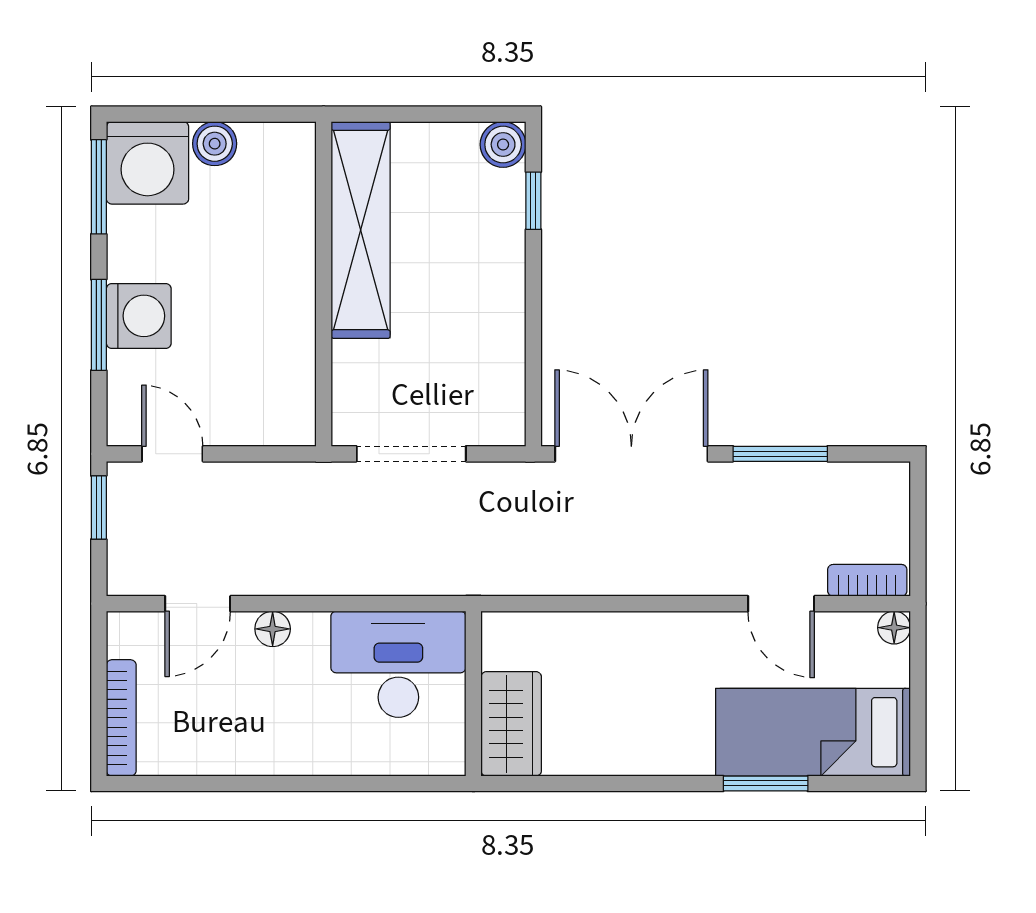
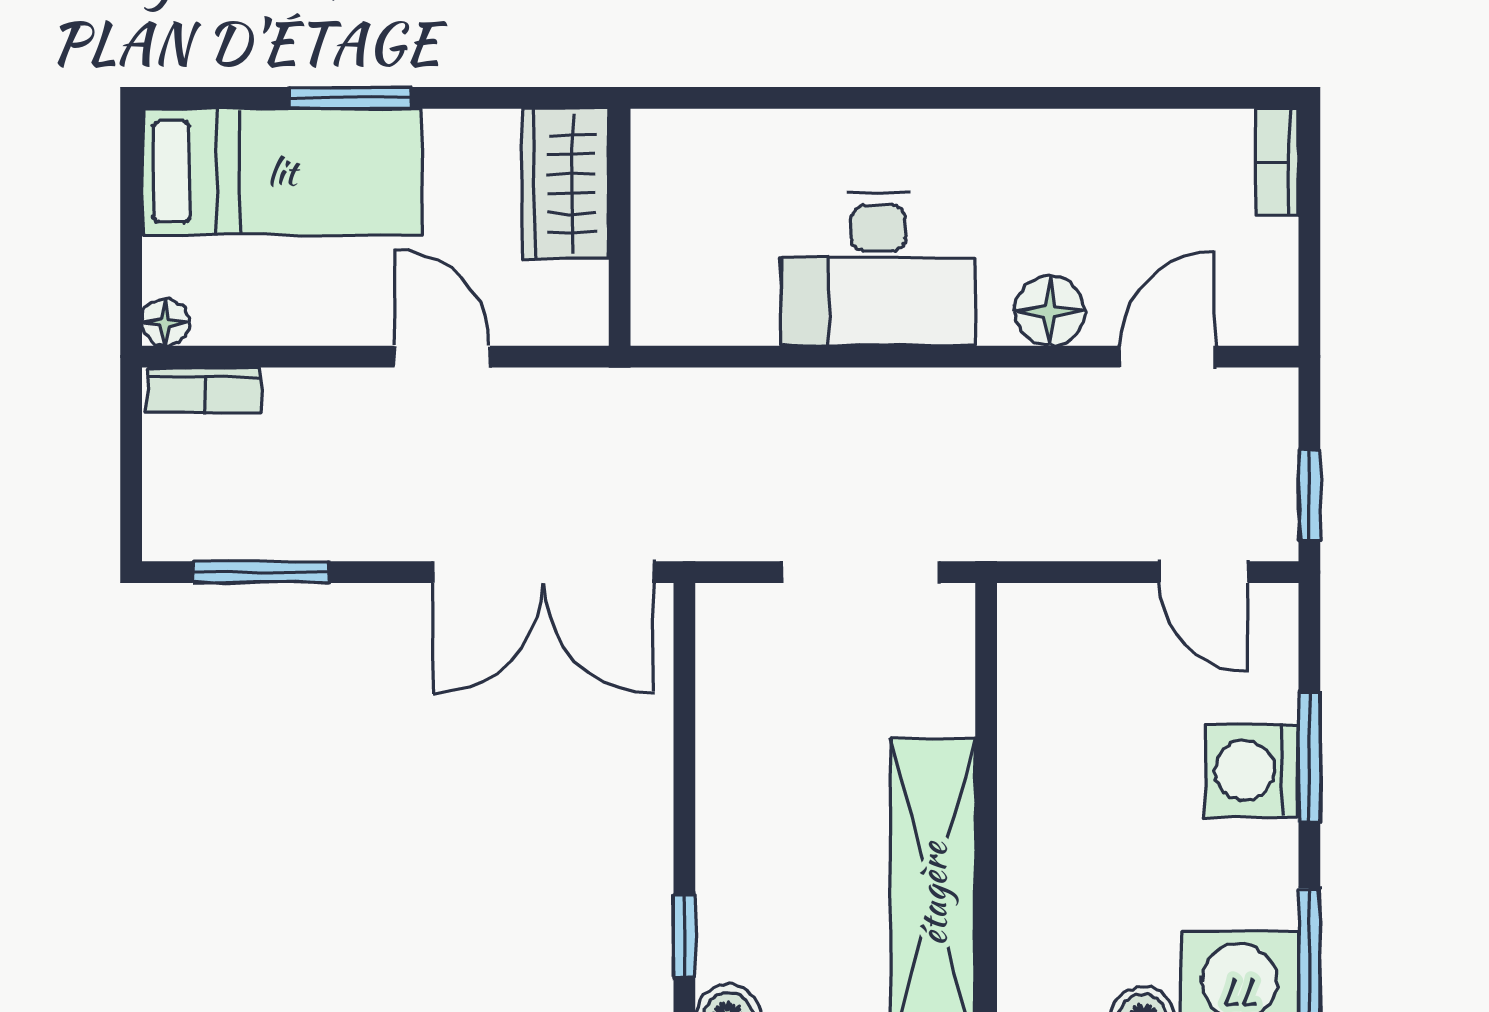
window: (780, 454) -> (261, 572), moved
door: (781, 604) -> (442, 357), moved
floor lamp: (273, 629) -> (1050, 311), width x1.37, depth x1.37
wall: (473, 694) -> (620, 227), moved
bookcase: (121, 718) -> (1277, 162), width x0.64
wardrobe: (511, 724) -> (565, 184), moved

